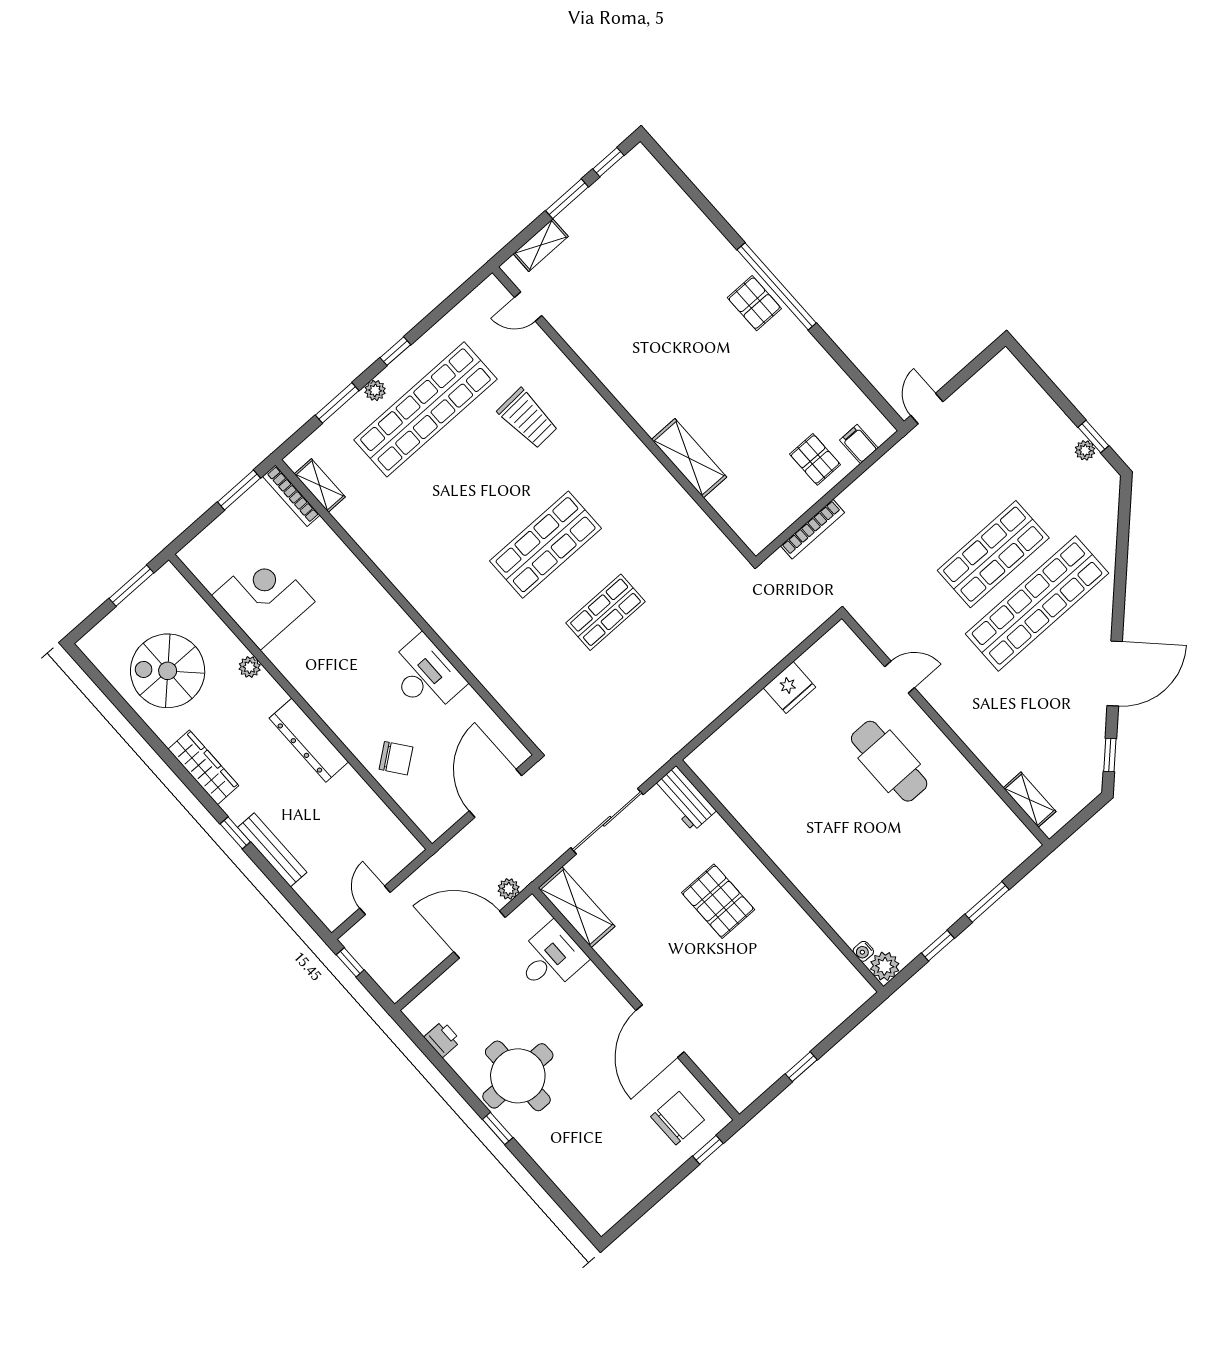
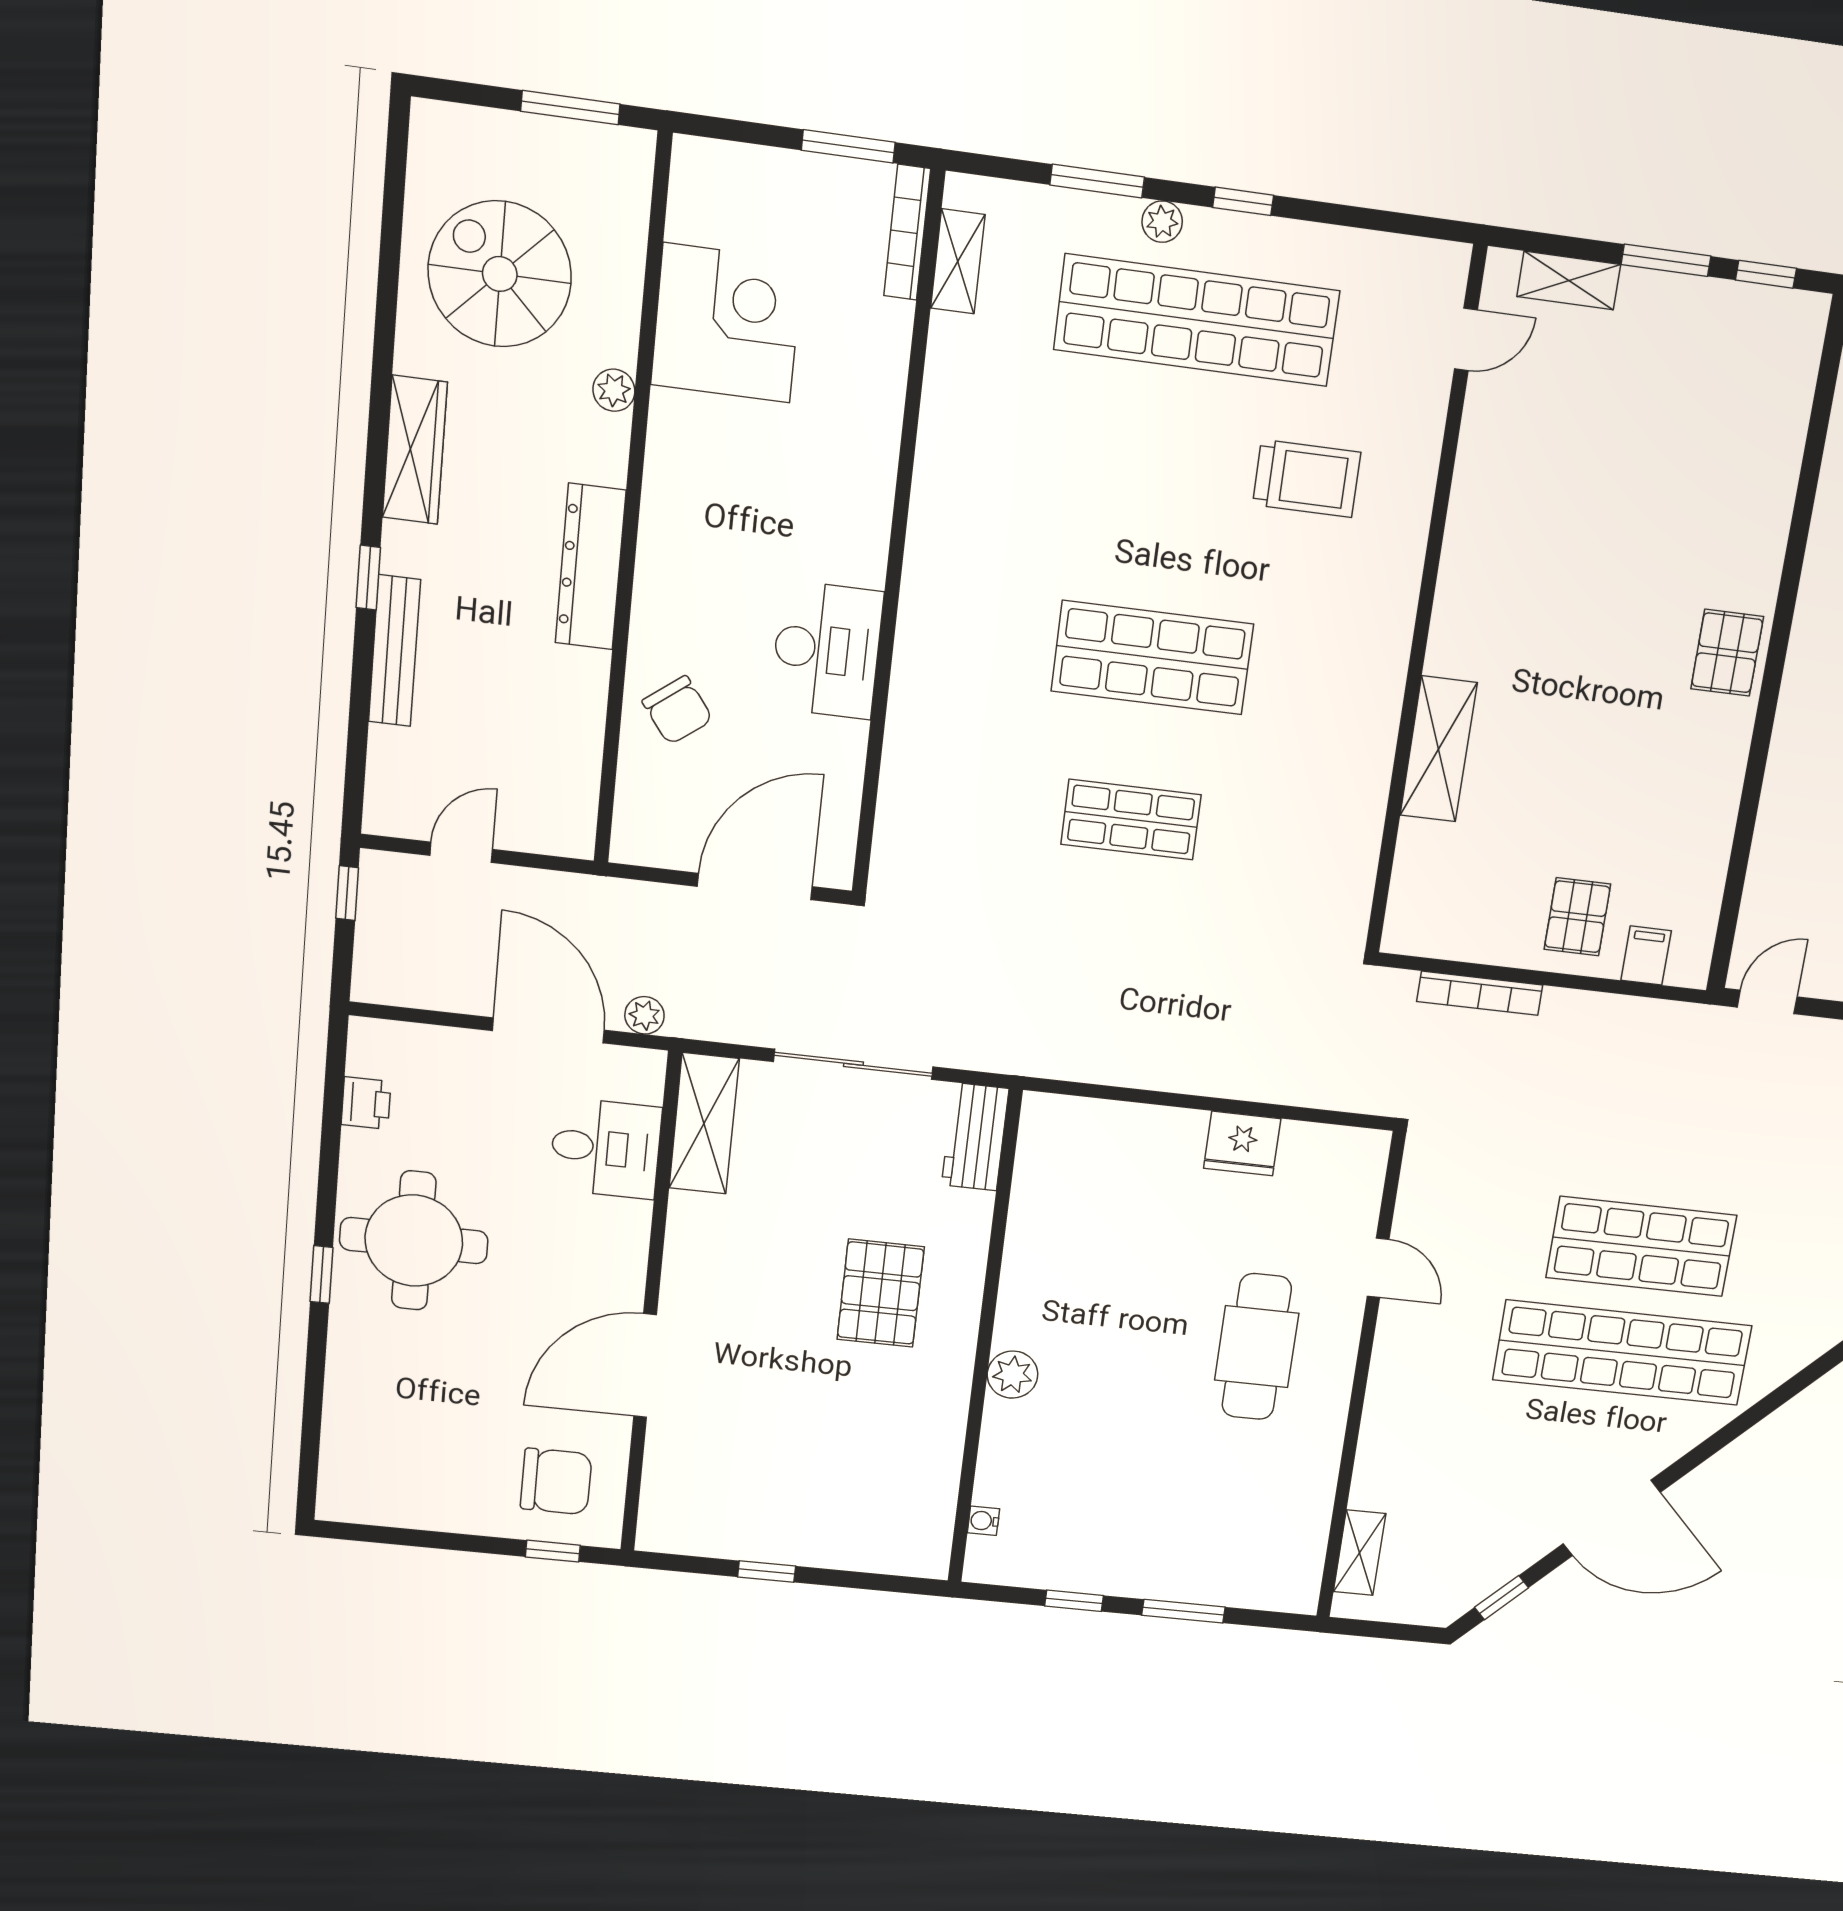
window: (777, 286) -> (1775, 663), removed
door: (528, 306) -> (1466, 339), swing flipped
trolley: (528, 418) -> (1307, 478), turned -87
plant: (885, 966) -> (1012, 1375), moved

